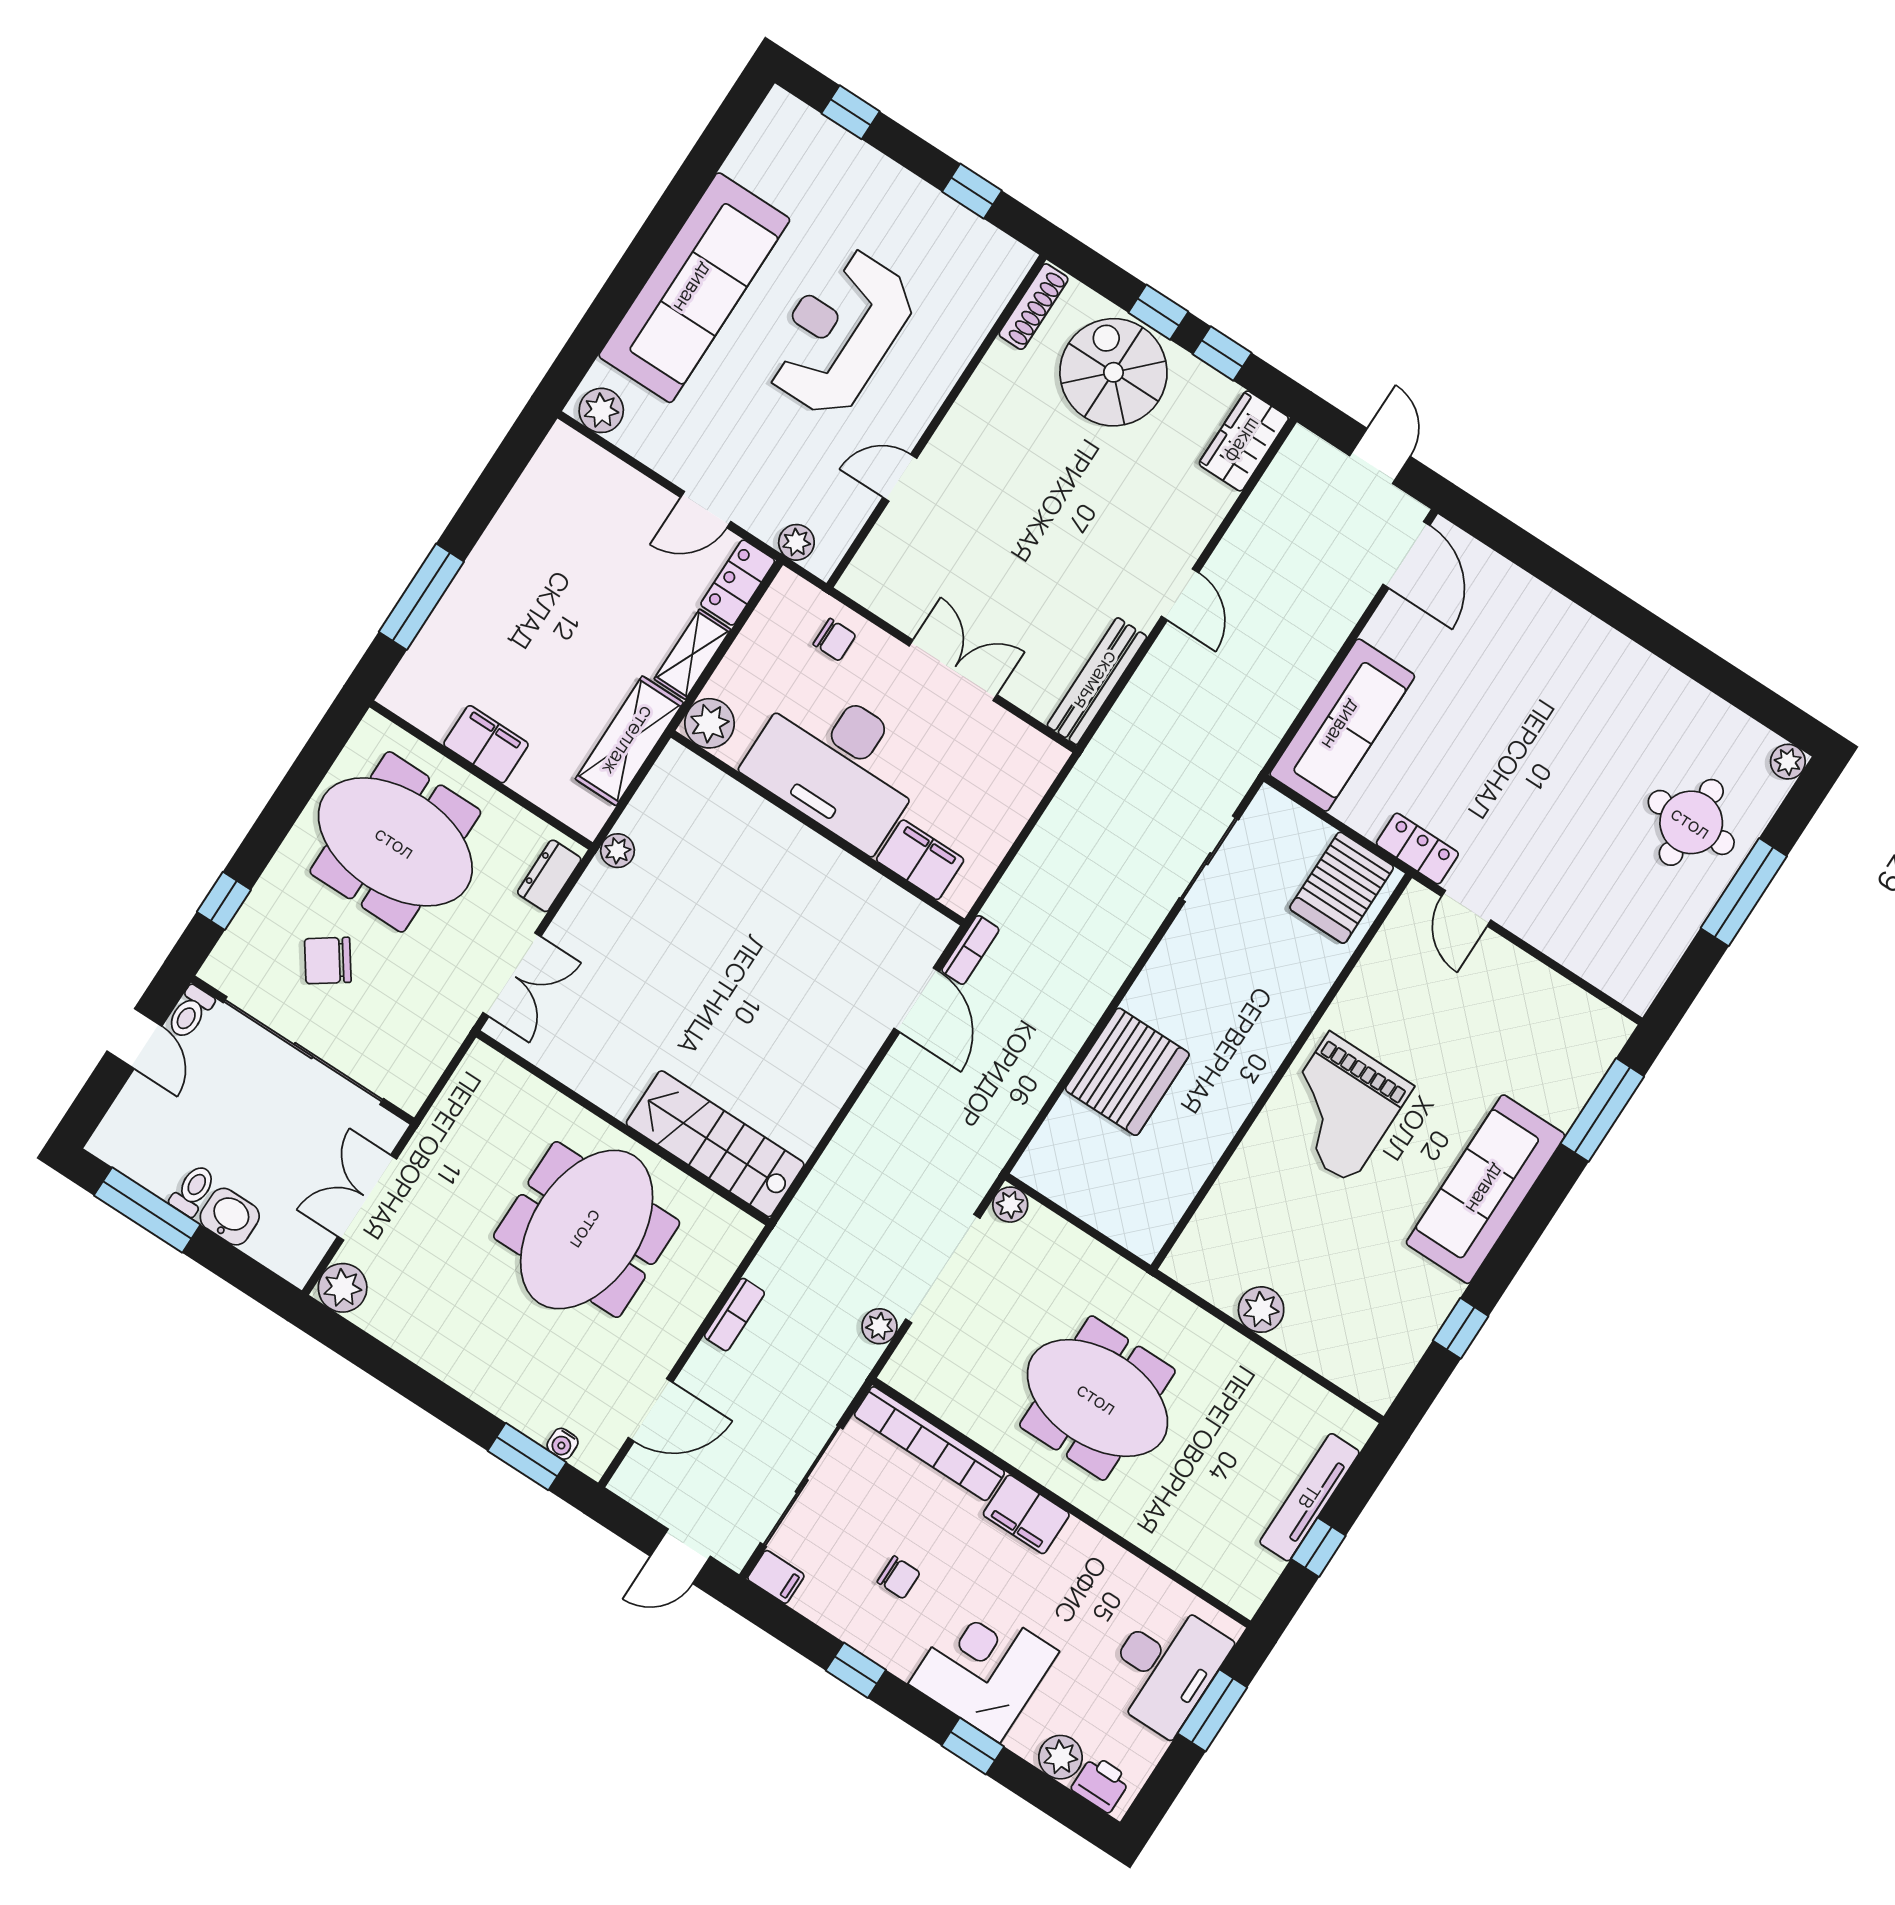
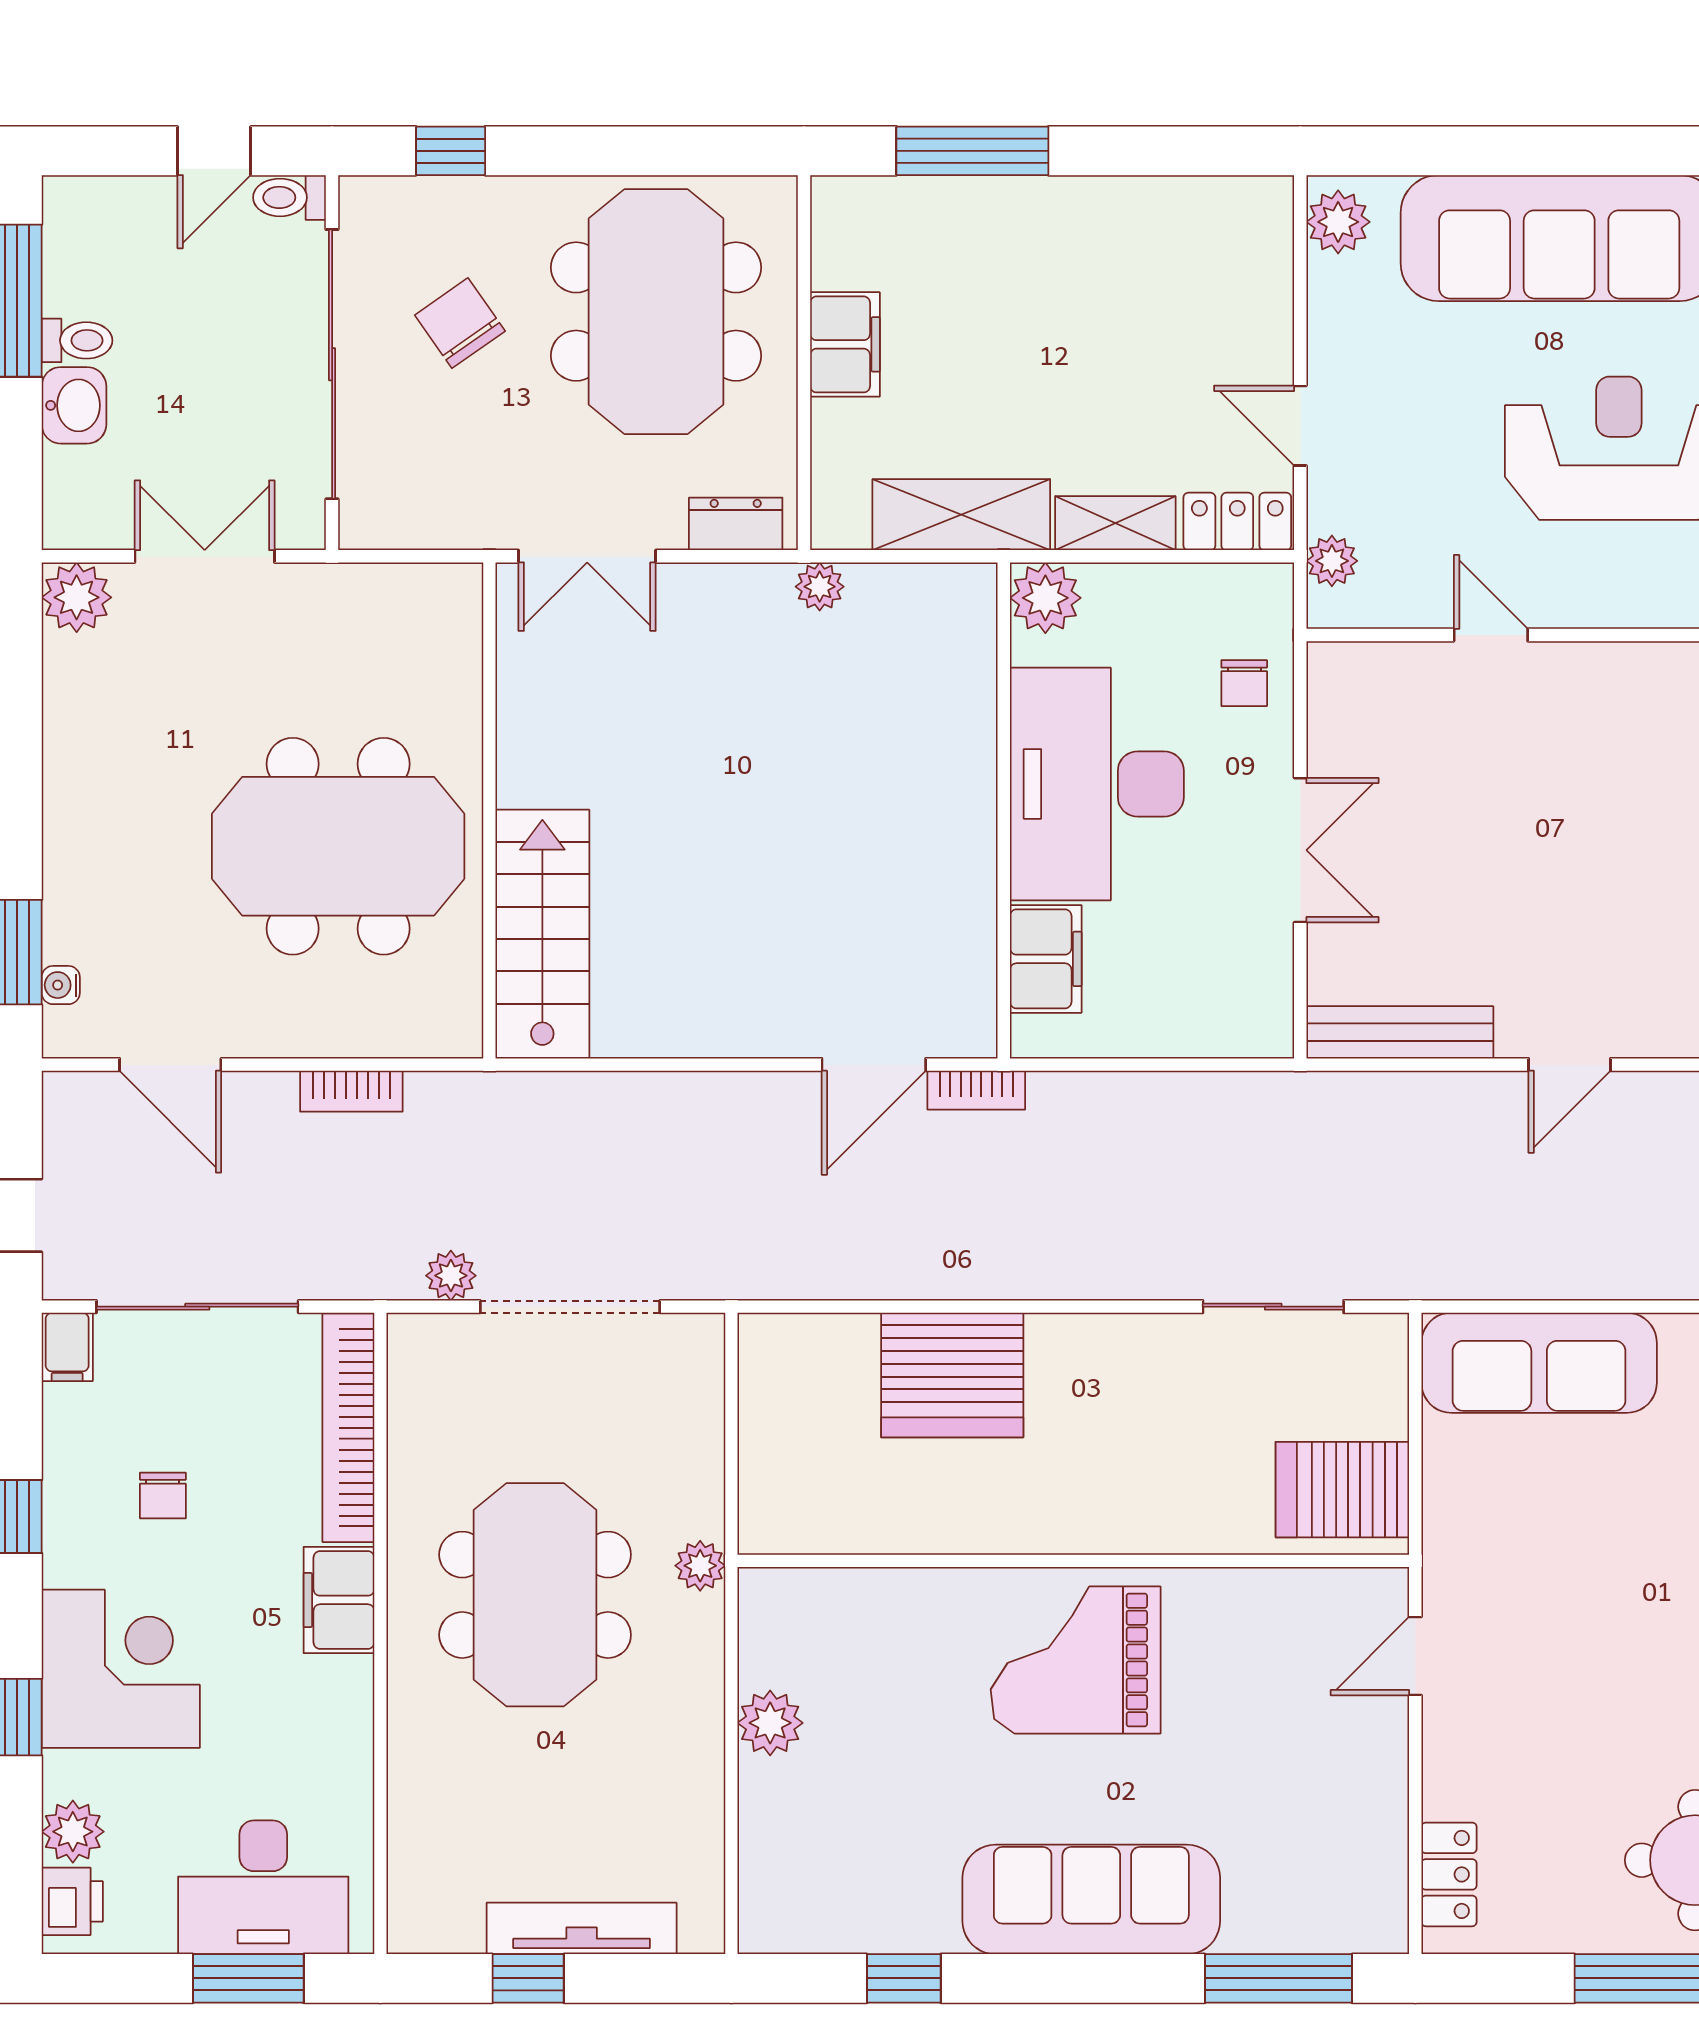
locker: (1417, 849) -> (1449, 1874), moved
plant: (1010, 1205) -> (700, 1566), moved

